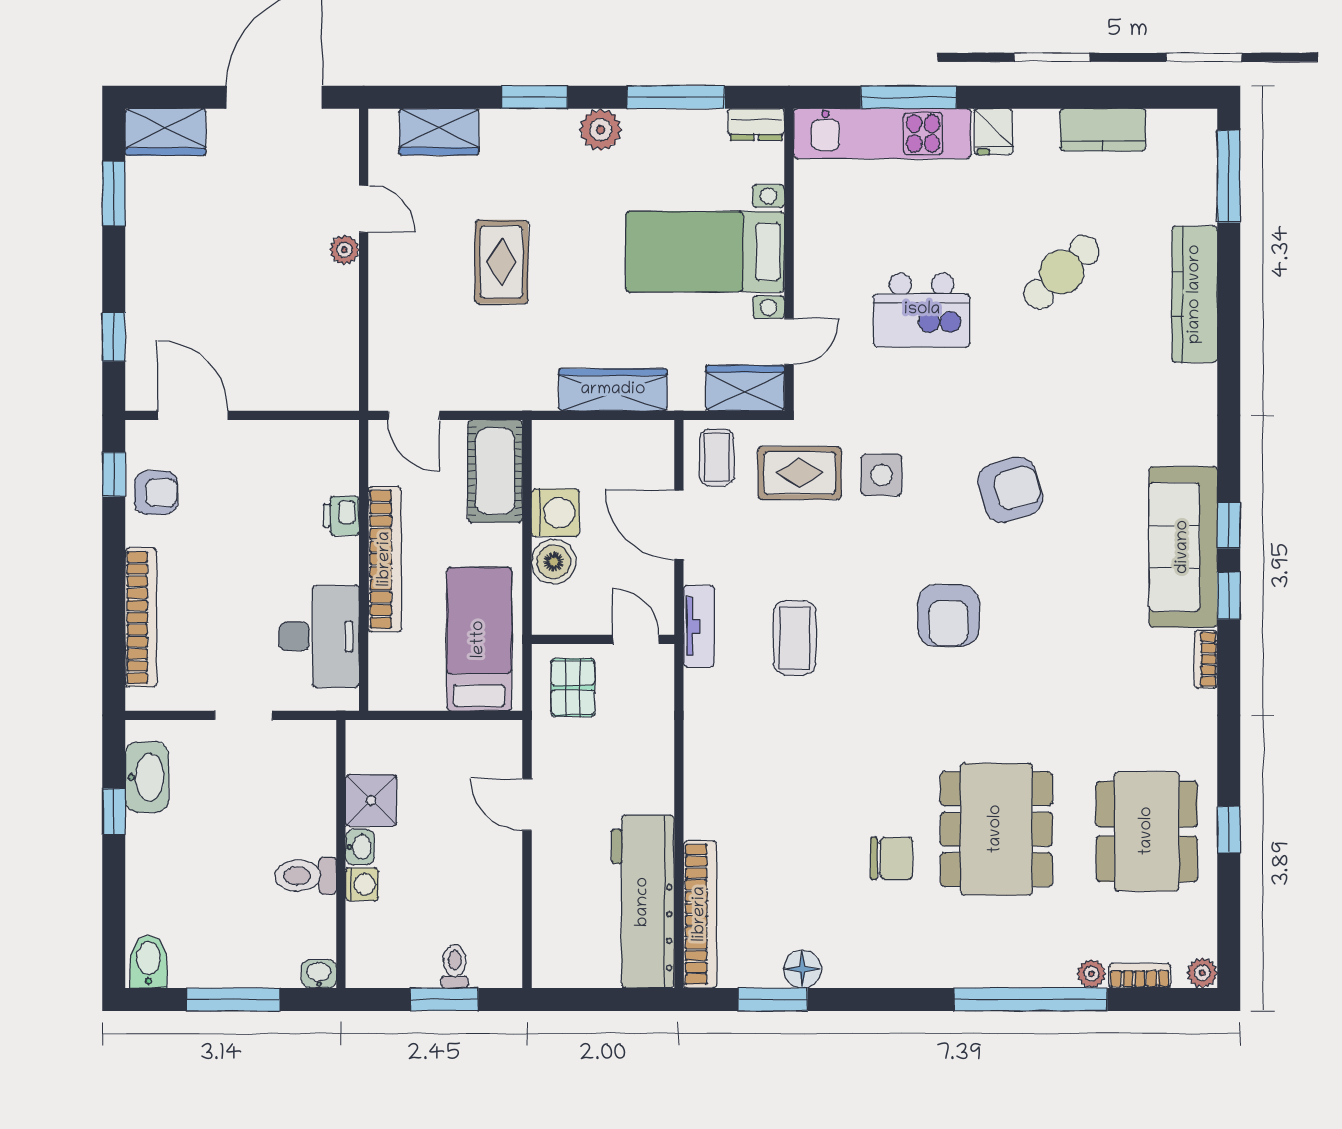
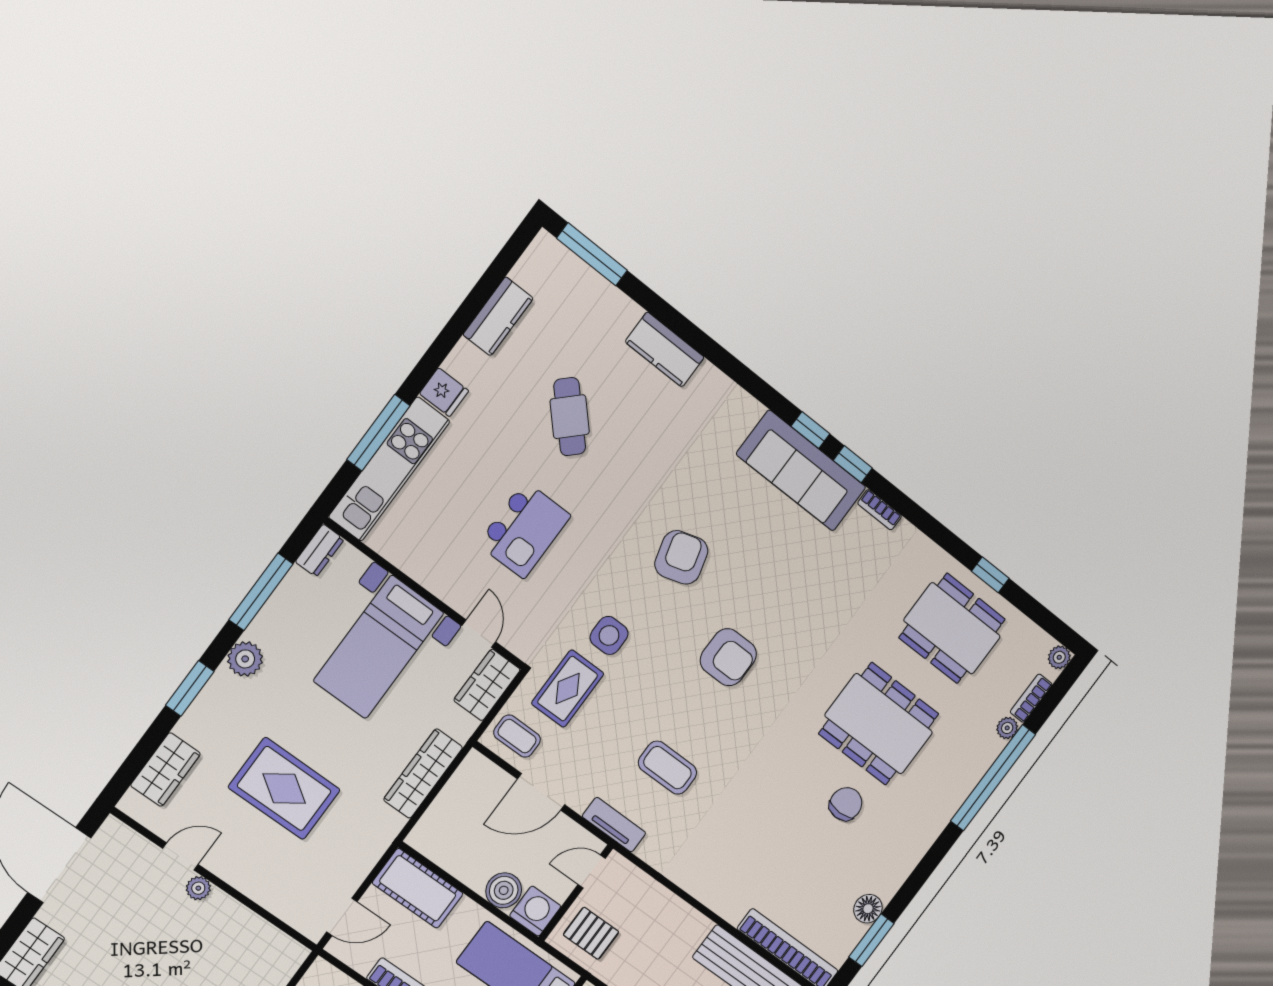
rug: (501, 262) -> (284, 789), width x1.36, depth x1.43
kitchen counter: (1195, 294) -> (665, 349), width x0.67
washing machine: (555, 513) -> (535, 911), moved

